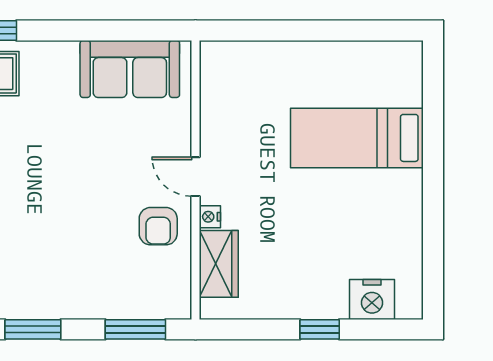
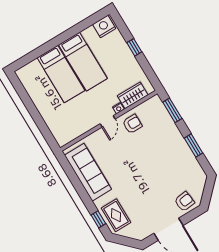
sofa: (130, 69) -> (88, 172), width x1.36
bed: (355, 201) -> (83, 62), added
nightstand: (372, 300) -> (104, 26), moved, turned -90

